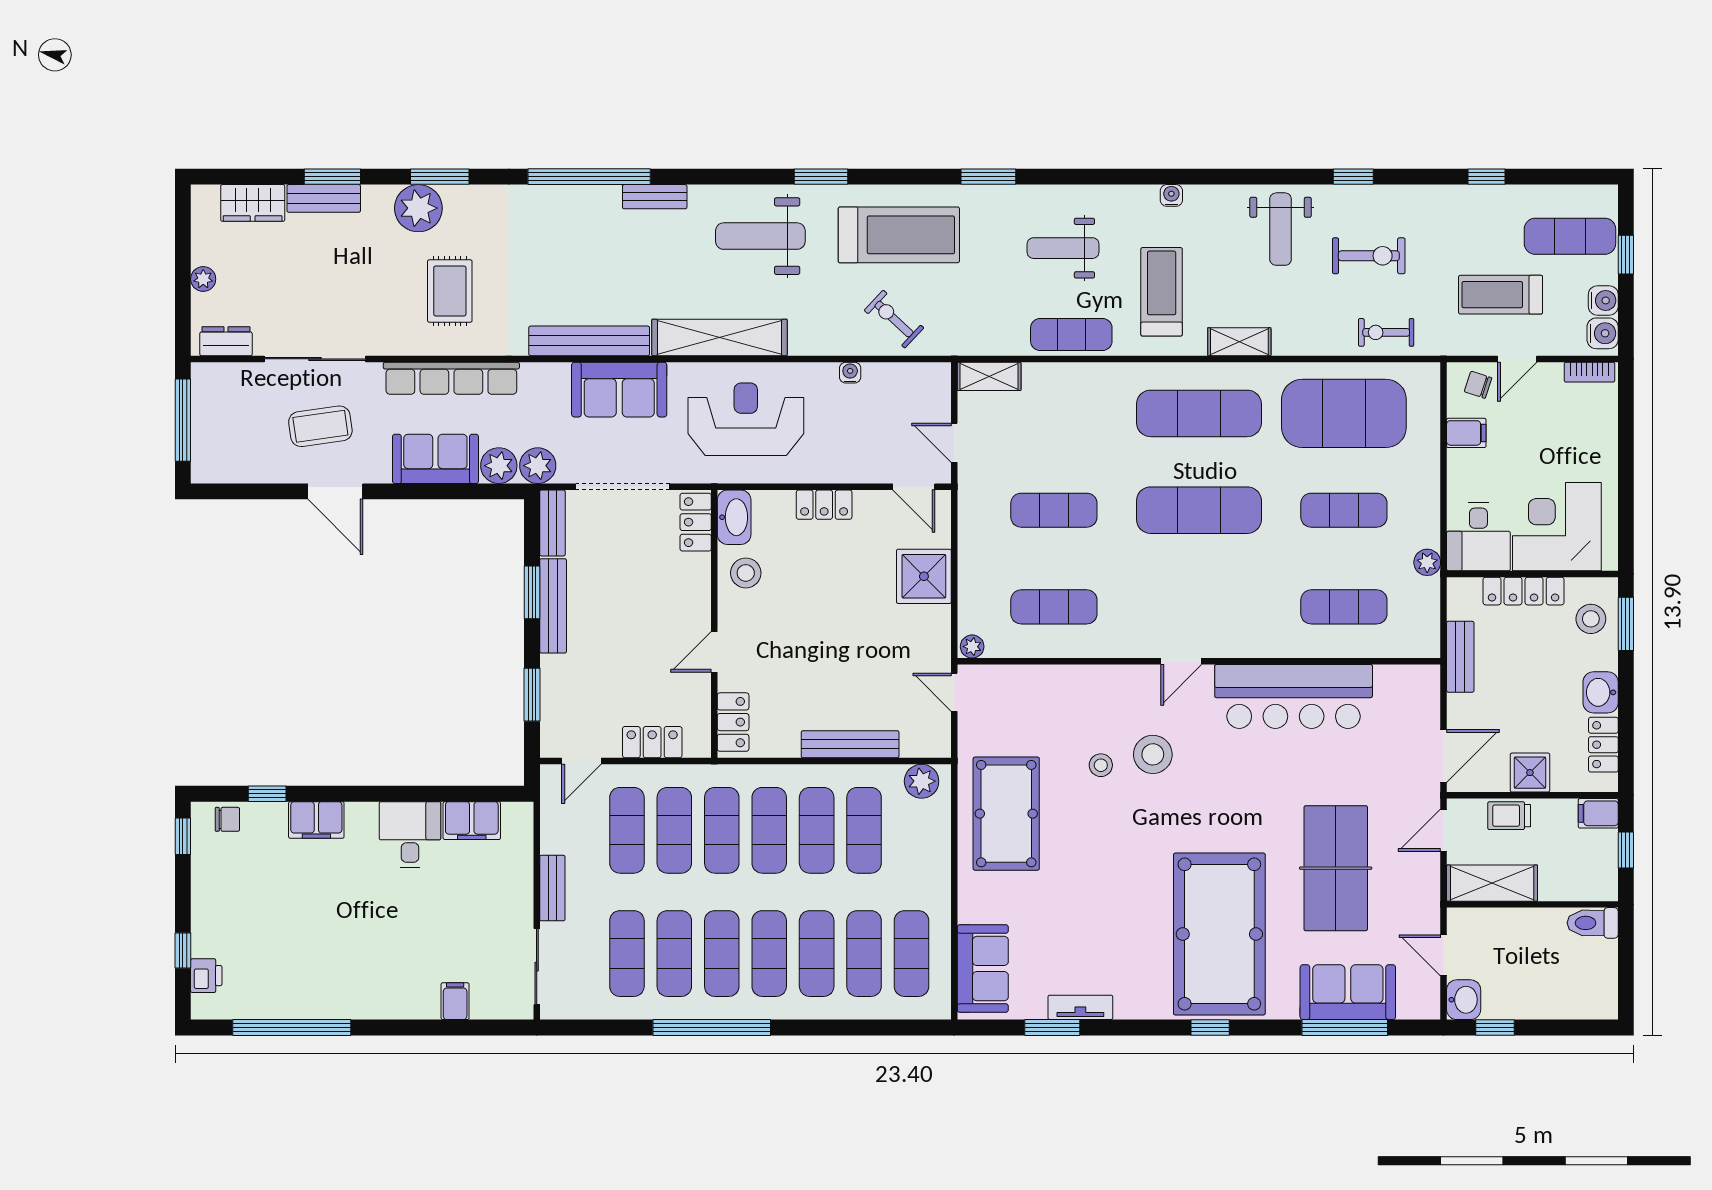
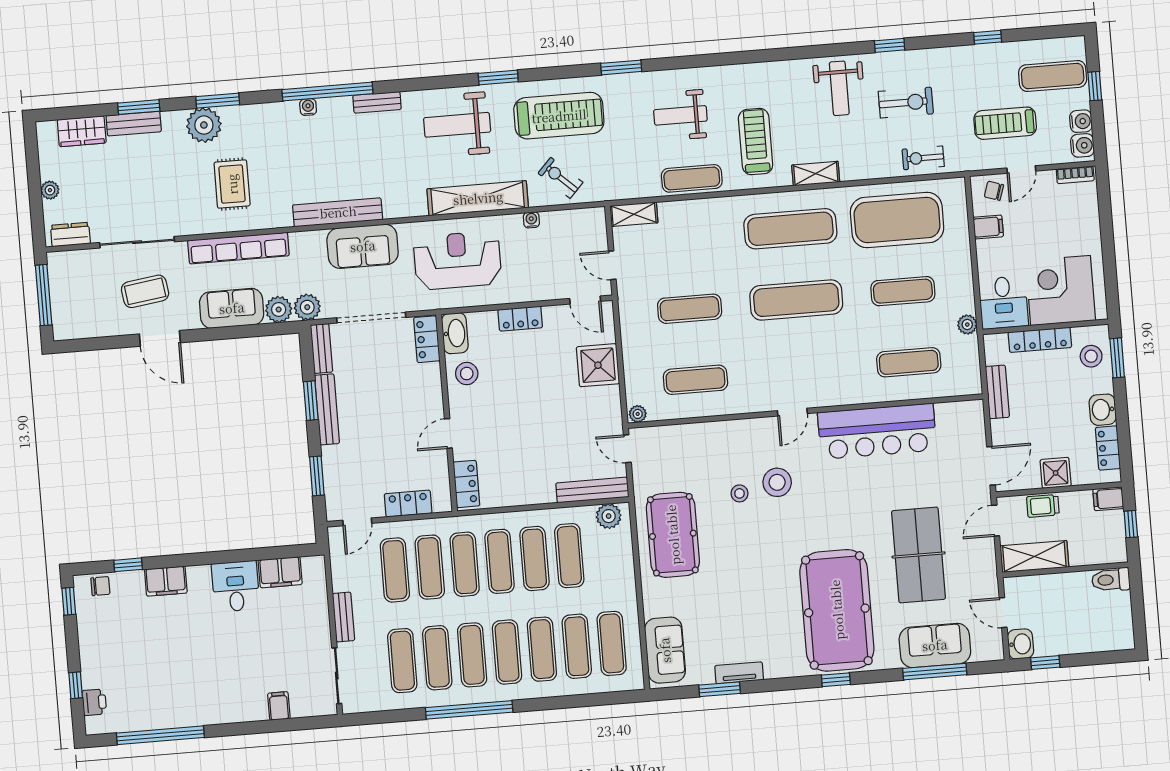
water cooler: (1171, 195) -> (308, 107), moved
shelving: (719, 337) -> (478, 198), moved
bench: (850, 744) -> (592, 490), moved

